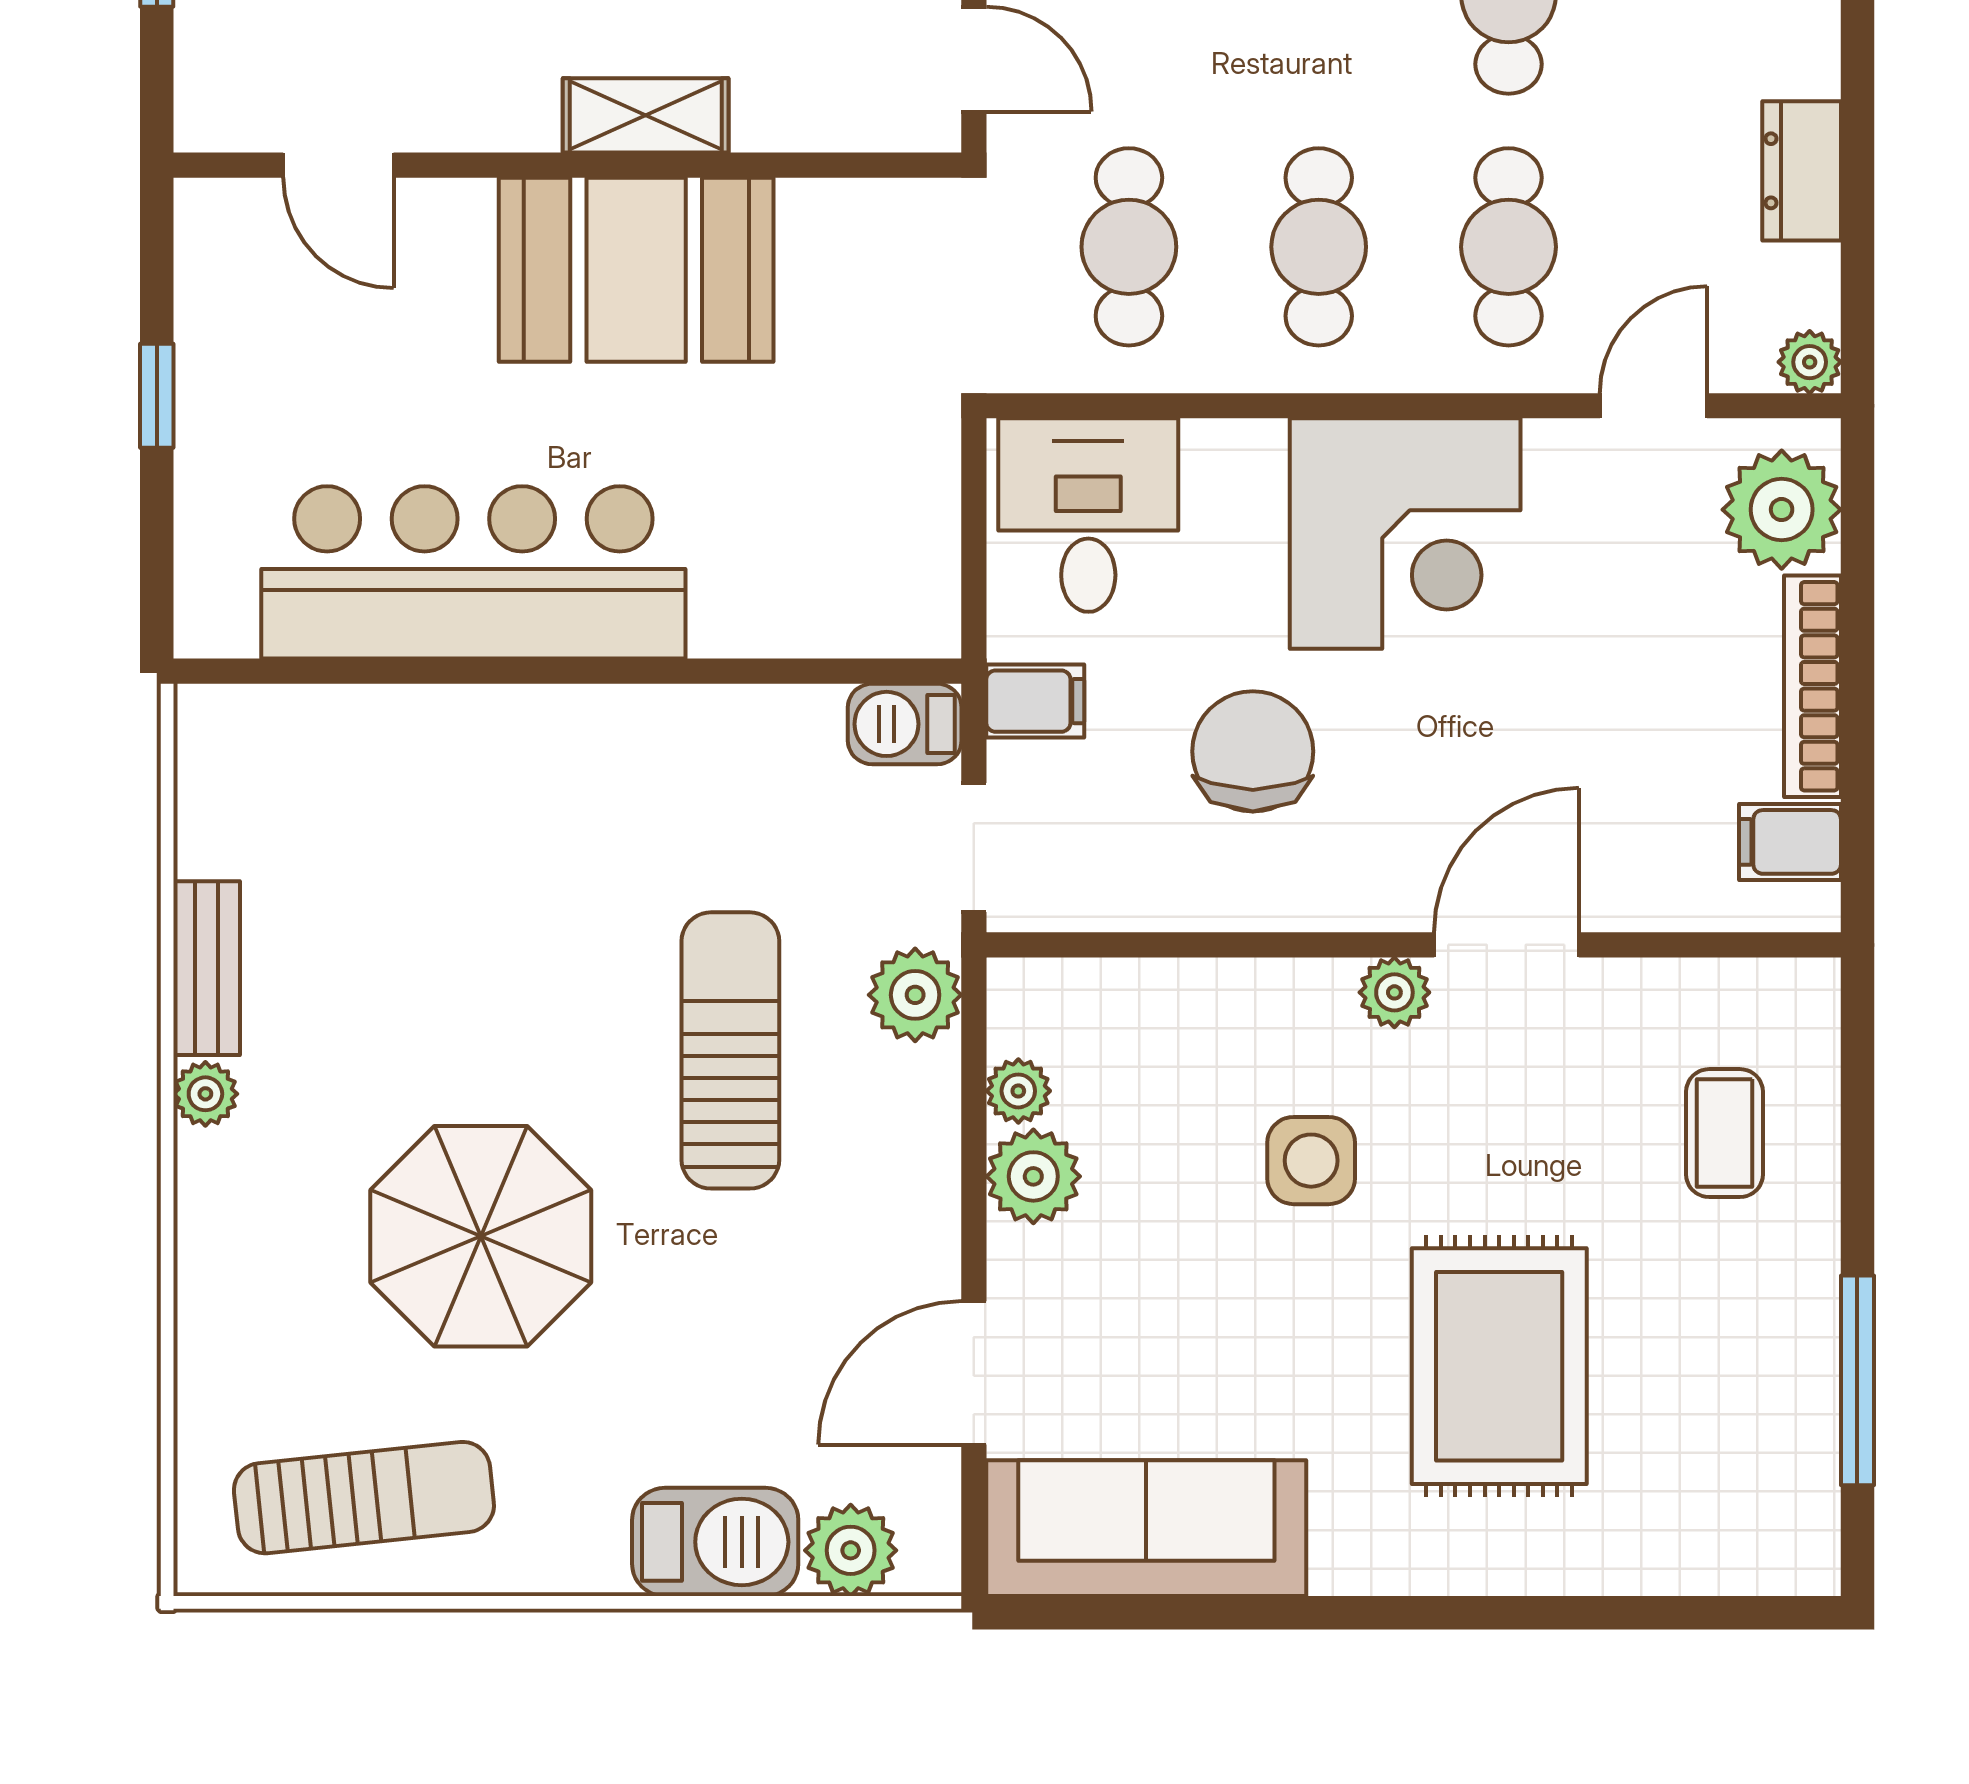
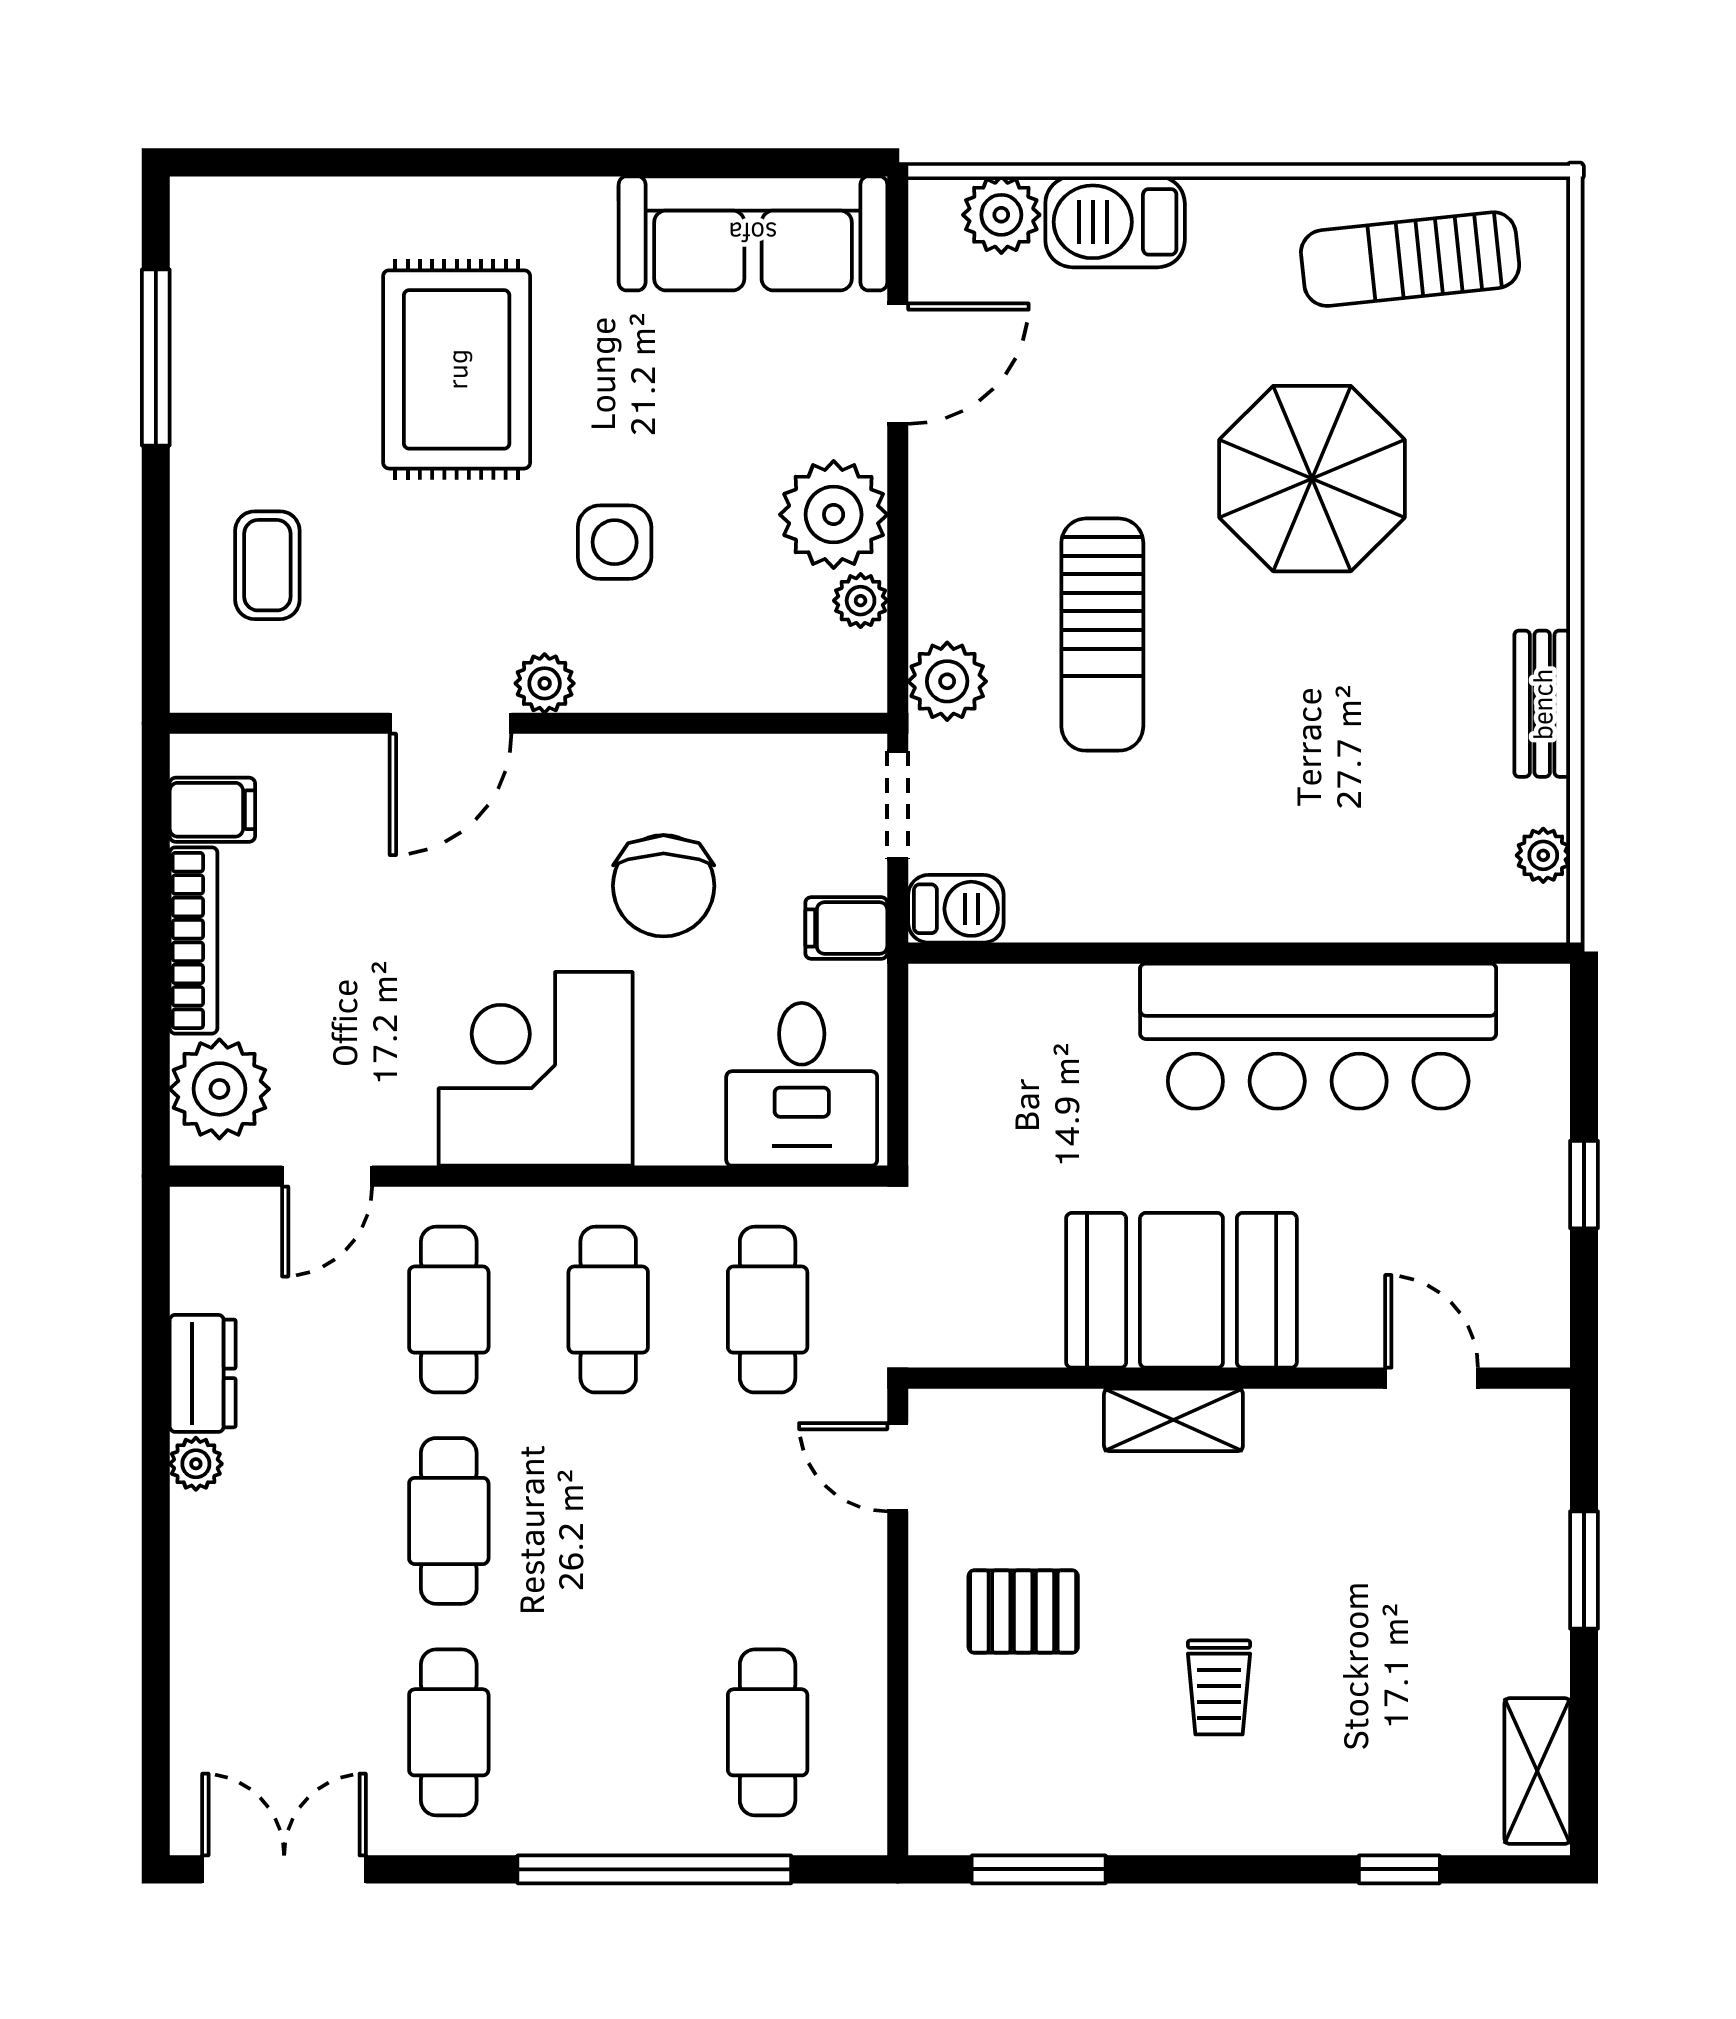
plant: (1810, 362) -> (196, 1464), moved
plant: (205, 1094) -> (1543, 855), moved
plant: (1033, 1176) -> (834, 515), width x1.36, depth x1.36

